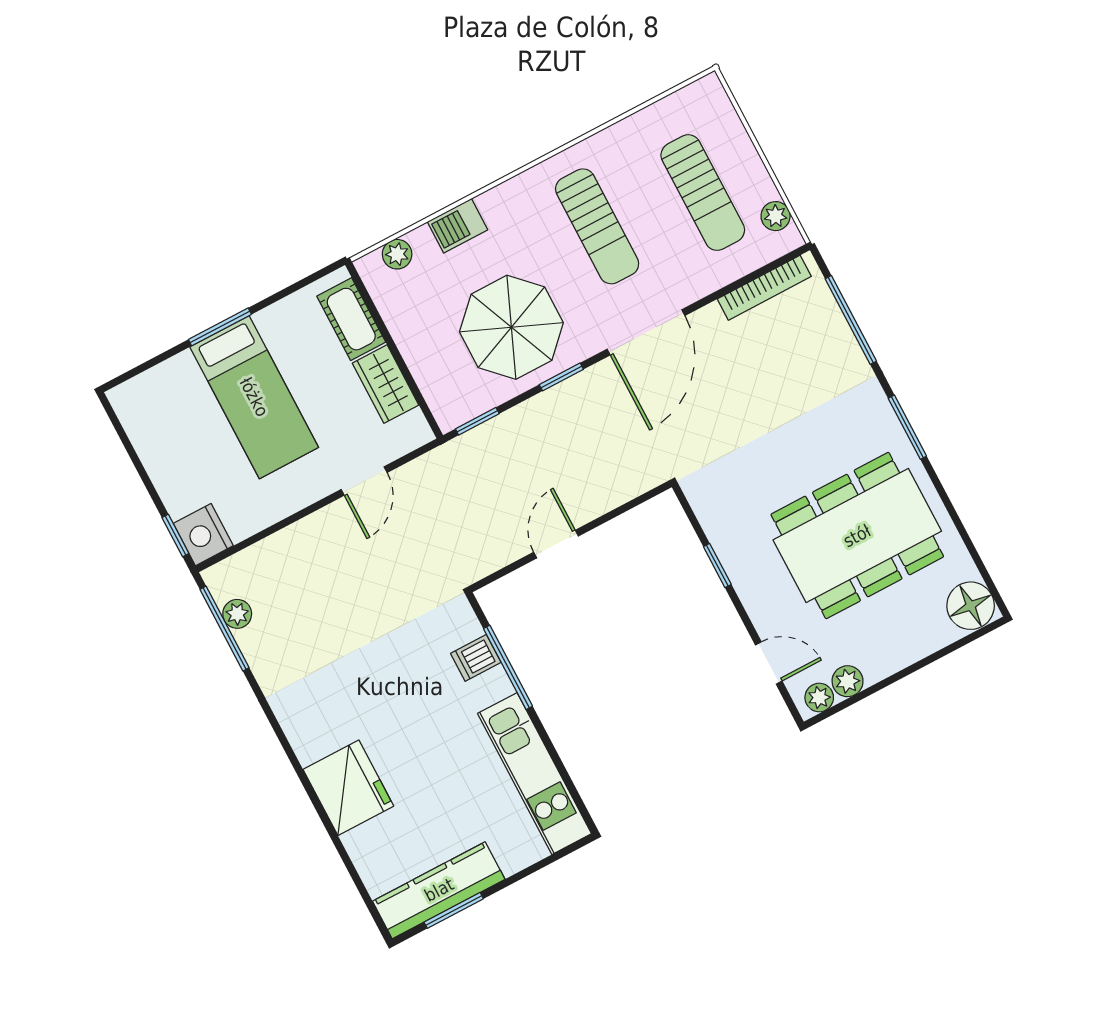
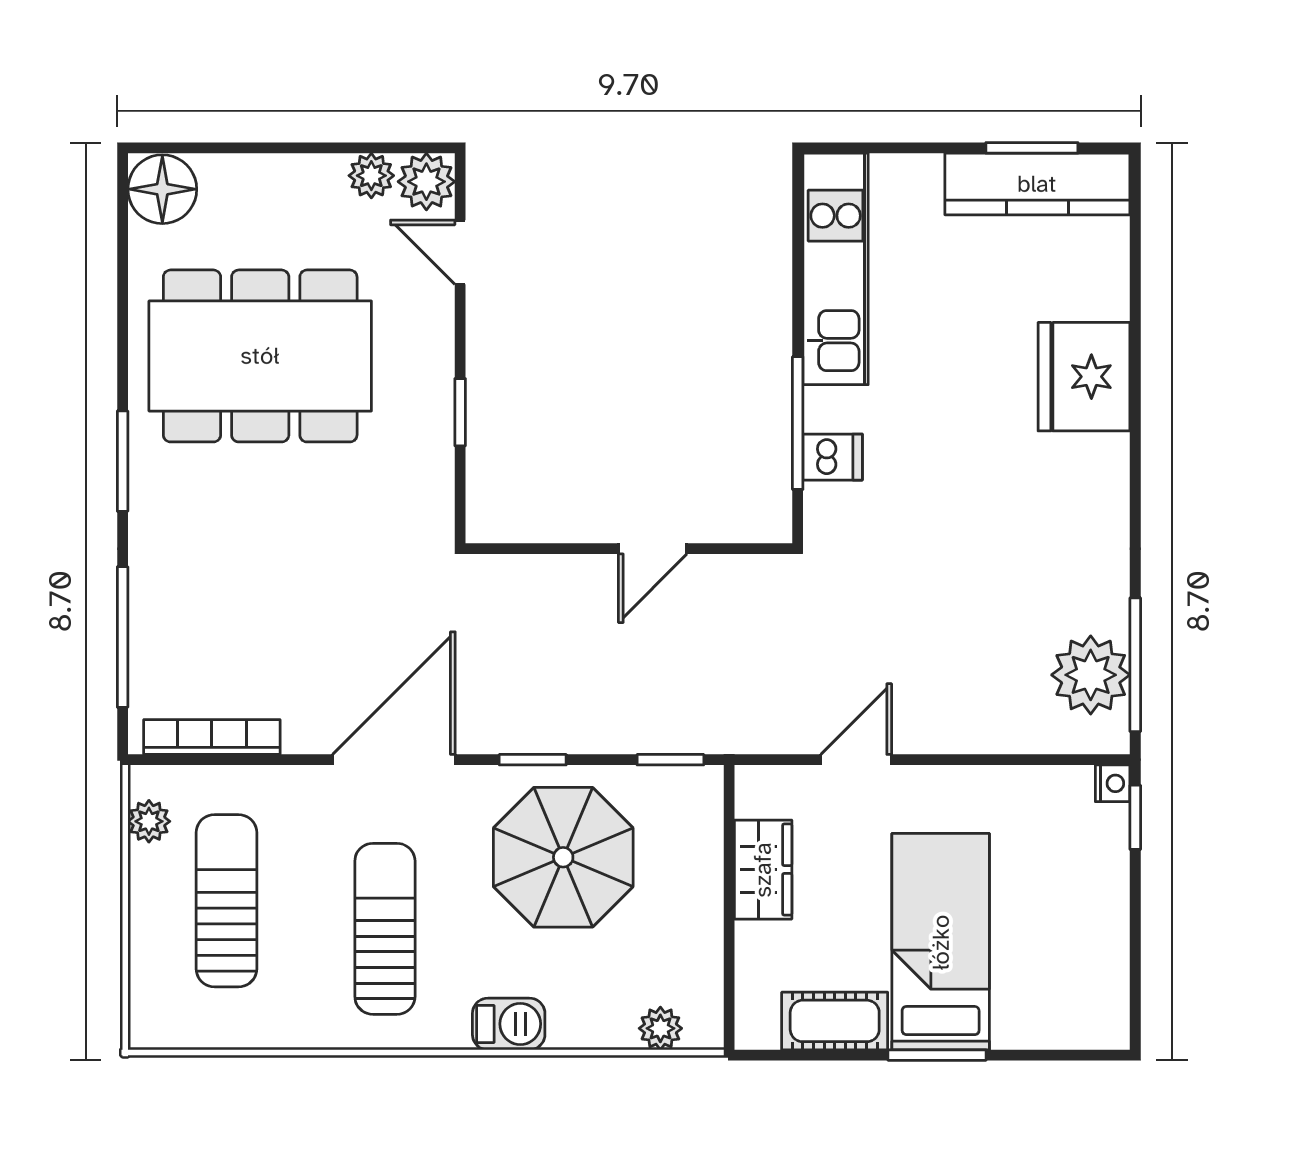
barbecue: (458, 226) -> (509, 1024), moved
cot: (351, 319) -> (835, 1021), moved, turned 90
nightstand: (203, 535) -> (1113, 783), width x0.53, depth x0.56
plant: (237, 614) -> (1091, 675), width x1.88, depth x1.88
plant: (819, 698) -> (426, 182), width x1.38, depth x1.38

